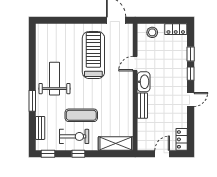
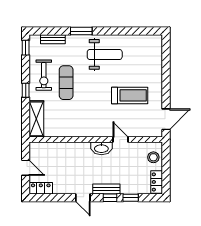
treadmill: (93, 55) -> (130, 95), width x0.73, depth x0.73
bench: (142, 106) -> (106, 189), moved
window: (78, 154) -> (26, 90), moved

